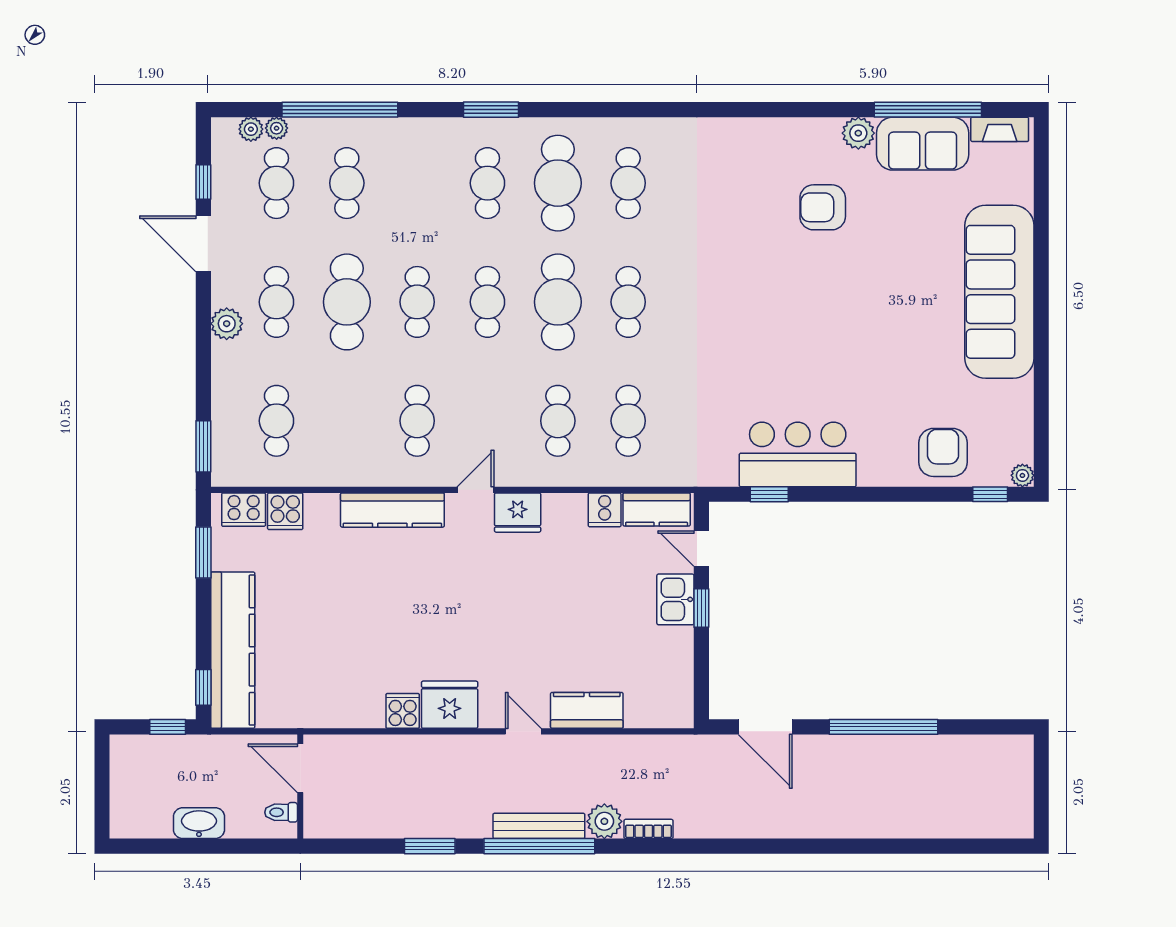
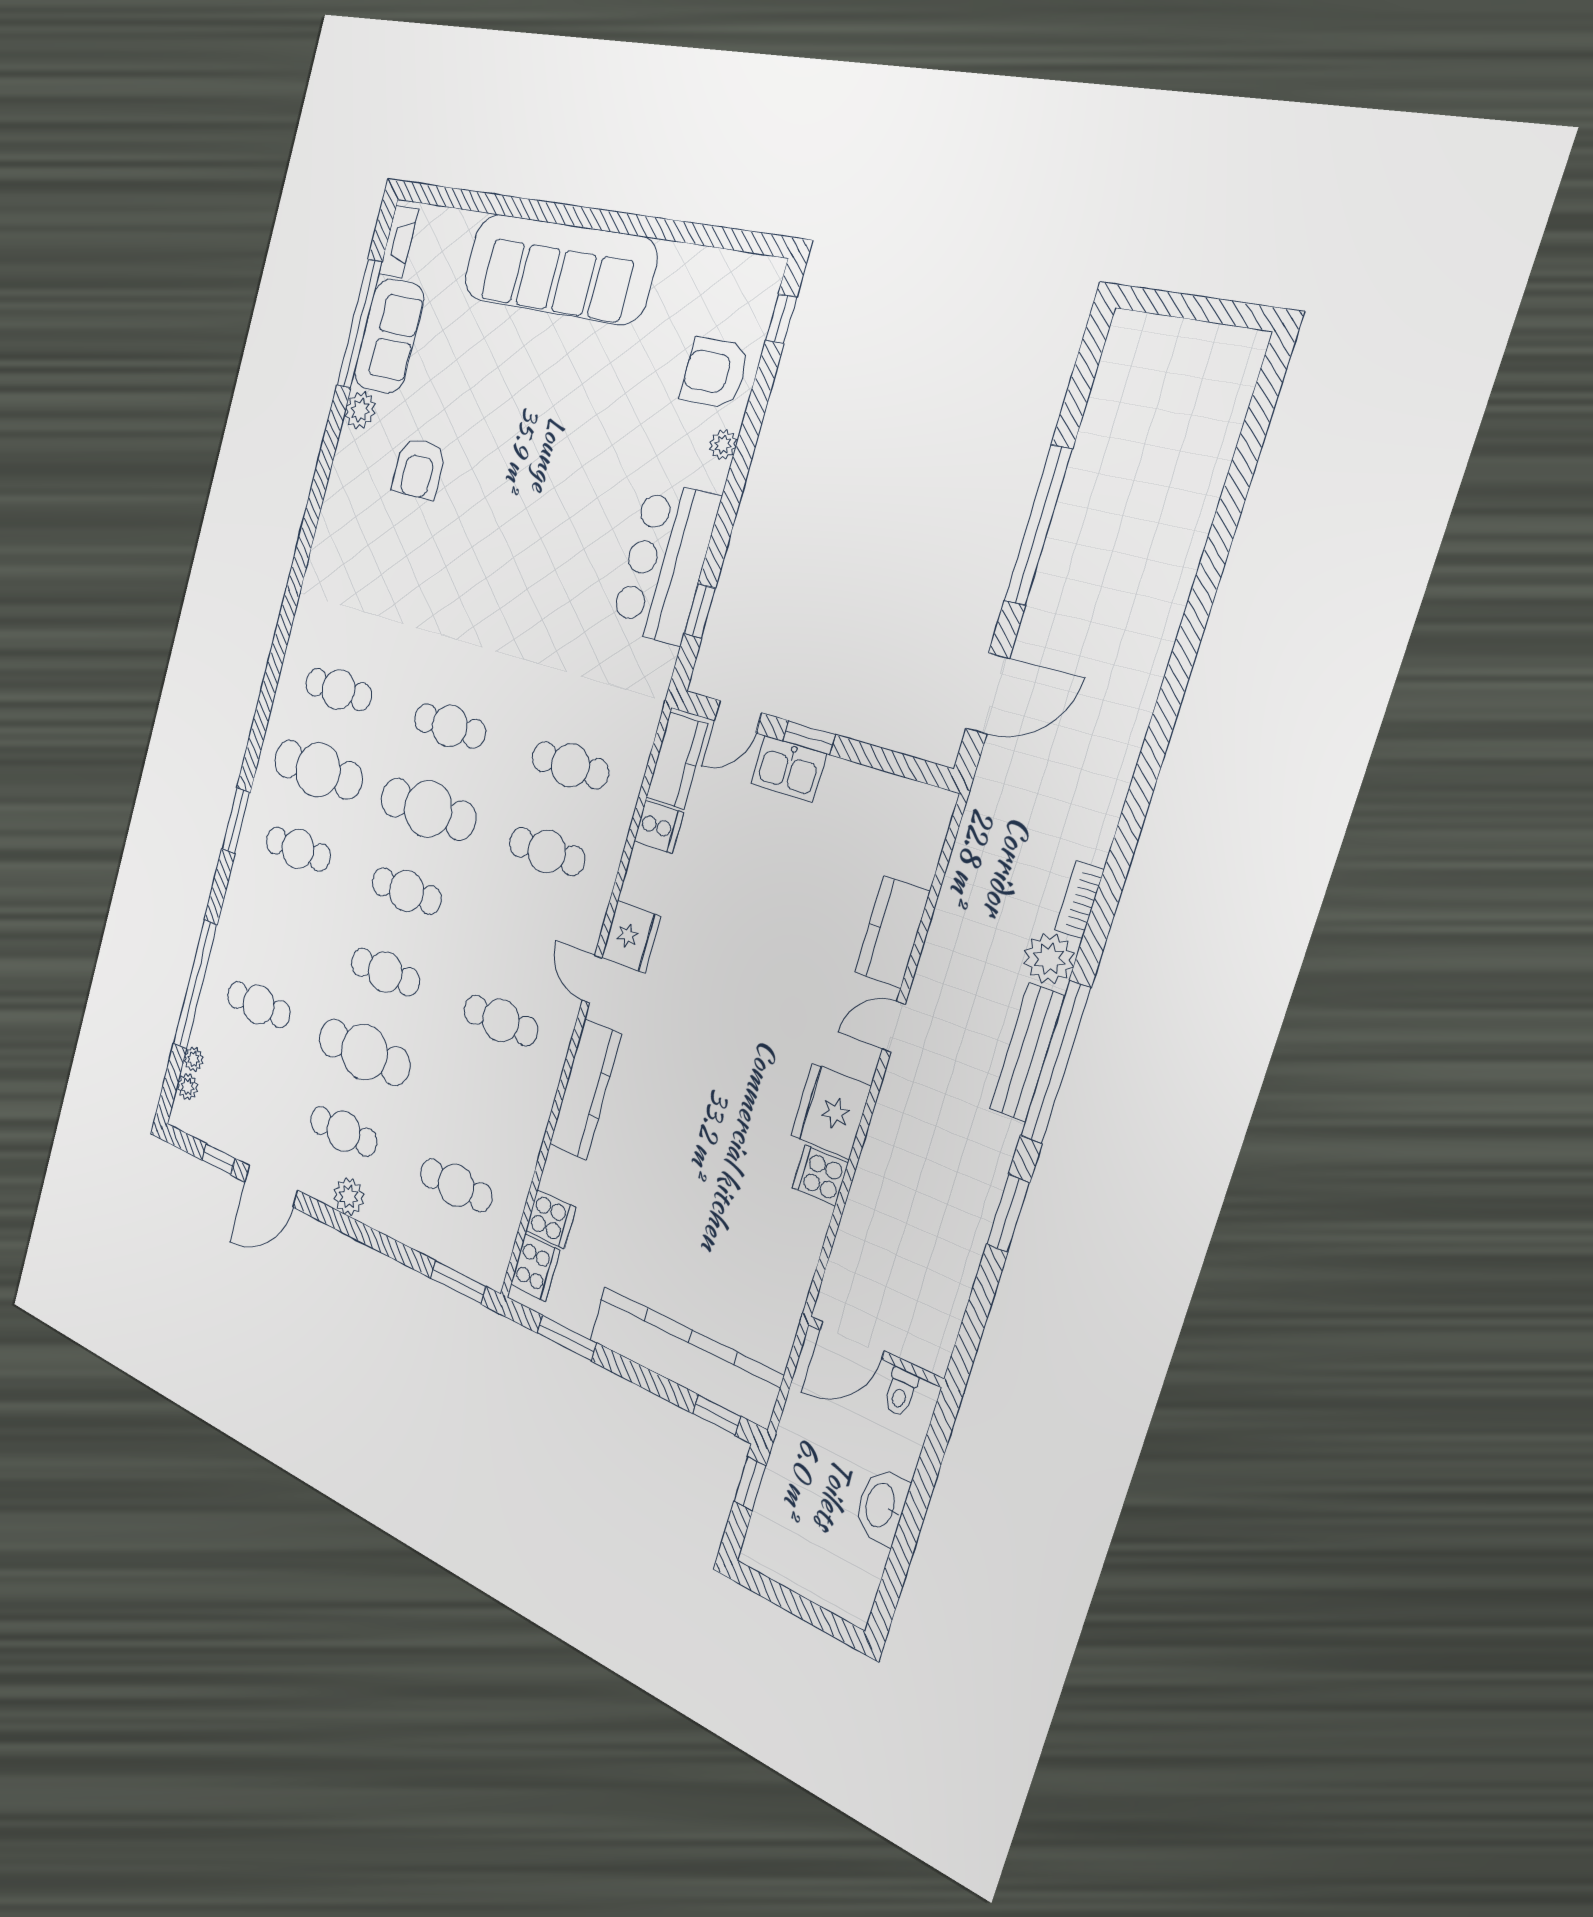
cafe table: (276, 183) -> (239, 1081), removed
plant: (1022, 475) -> (723, 445), moved

